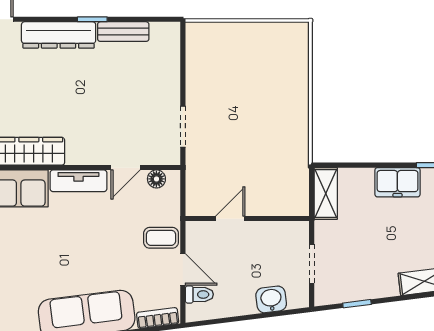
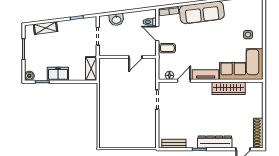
bench: (123, 32) -> (174, 144), moved

